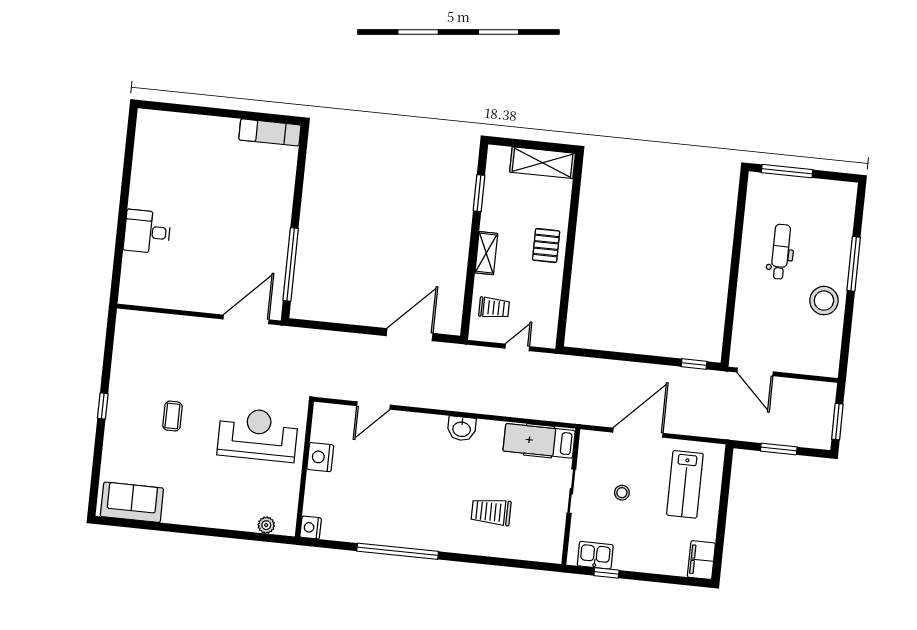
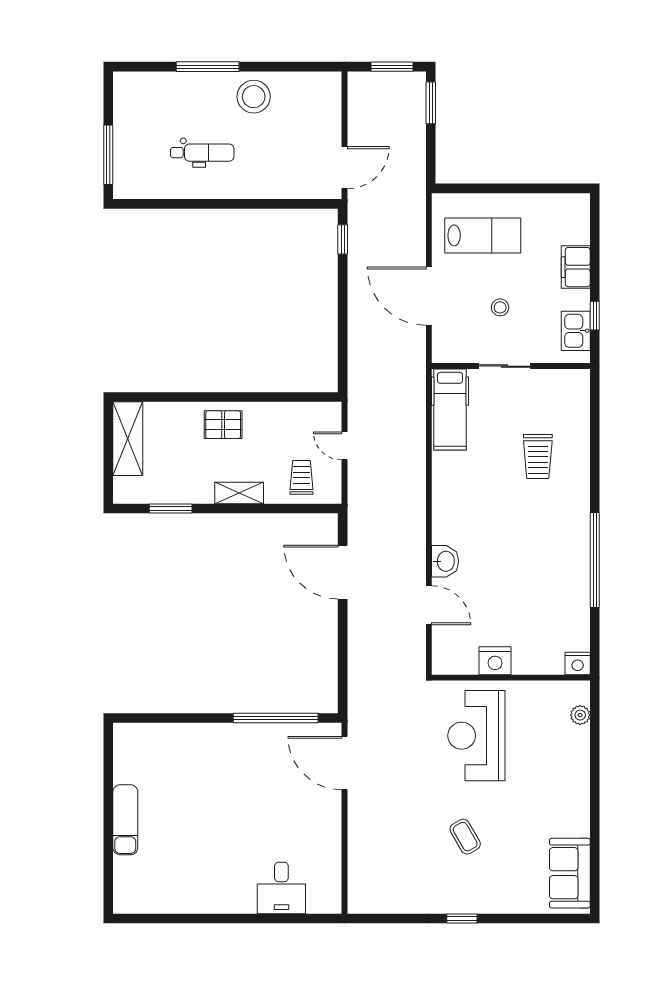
exam couch: (270, 132) -> (125, 820), moved
desk: (147, 232) -> (281, 888), moved
dental chair: (781, 252) -> (202, 153), turned 180
coffee table: (172, 416) -> (465, 837), turned 60
washbasin: (462, 429) -> (445, 561), moved
window: (779, 449) -> (431, 103), moved
filing cabinet: (701, 560) -> (576, 267), moved, turned 90

